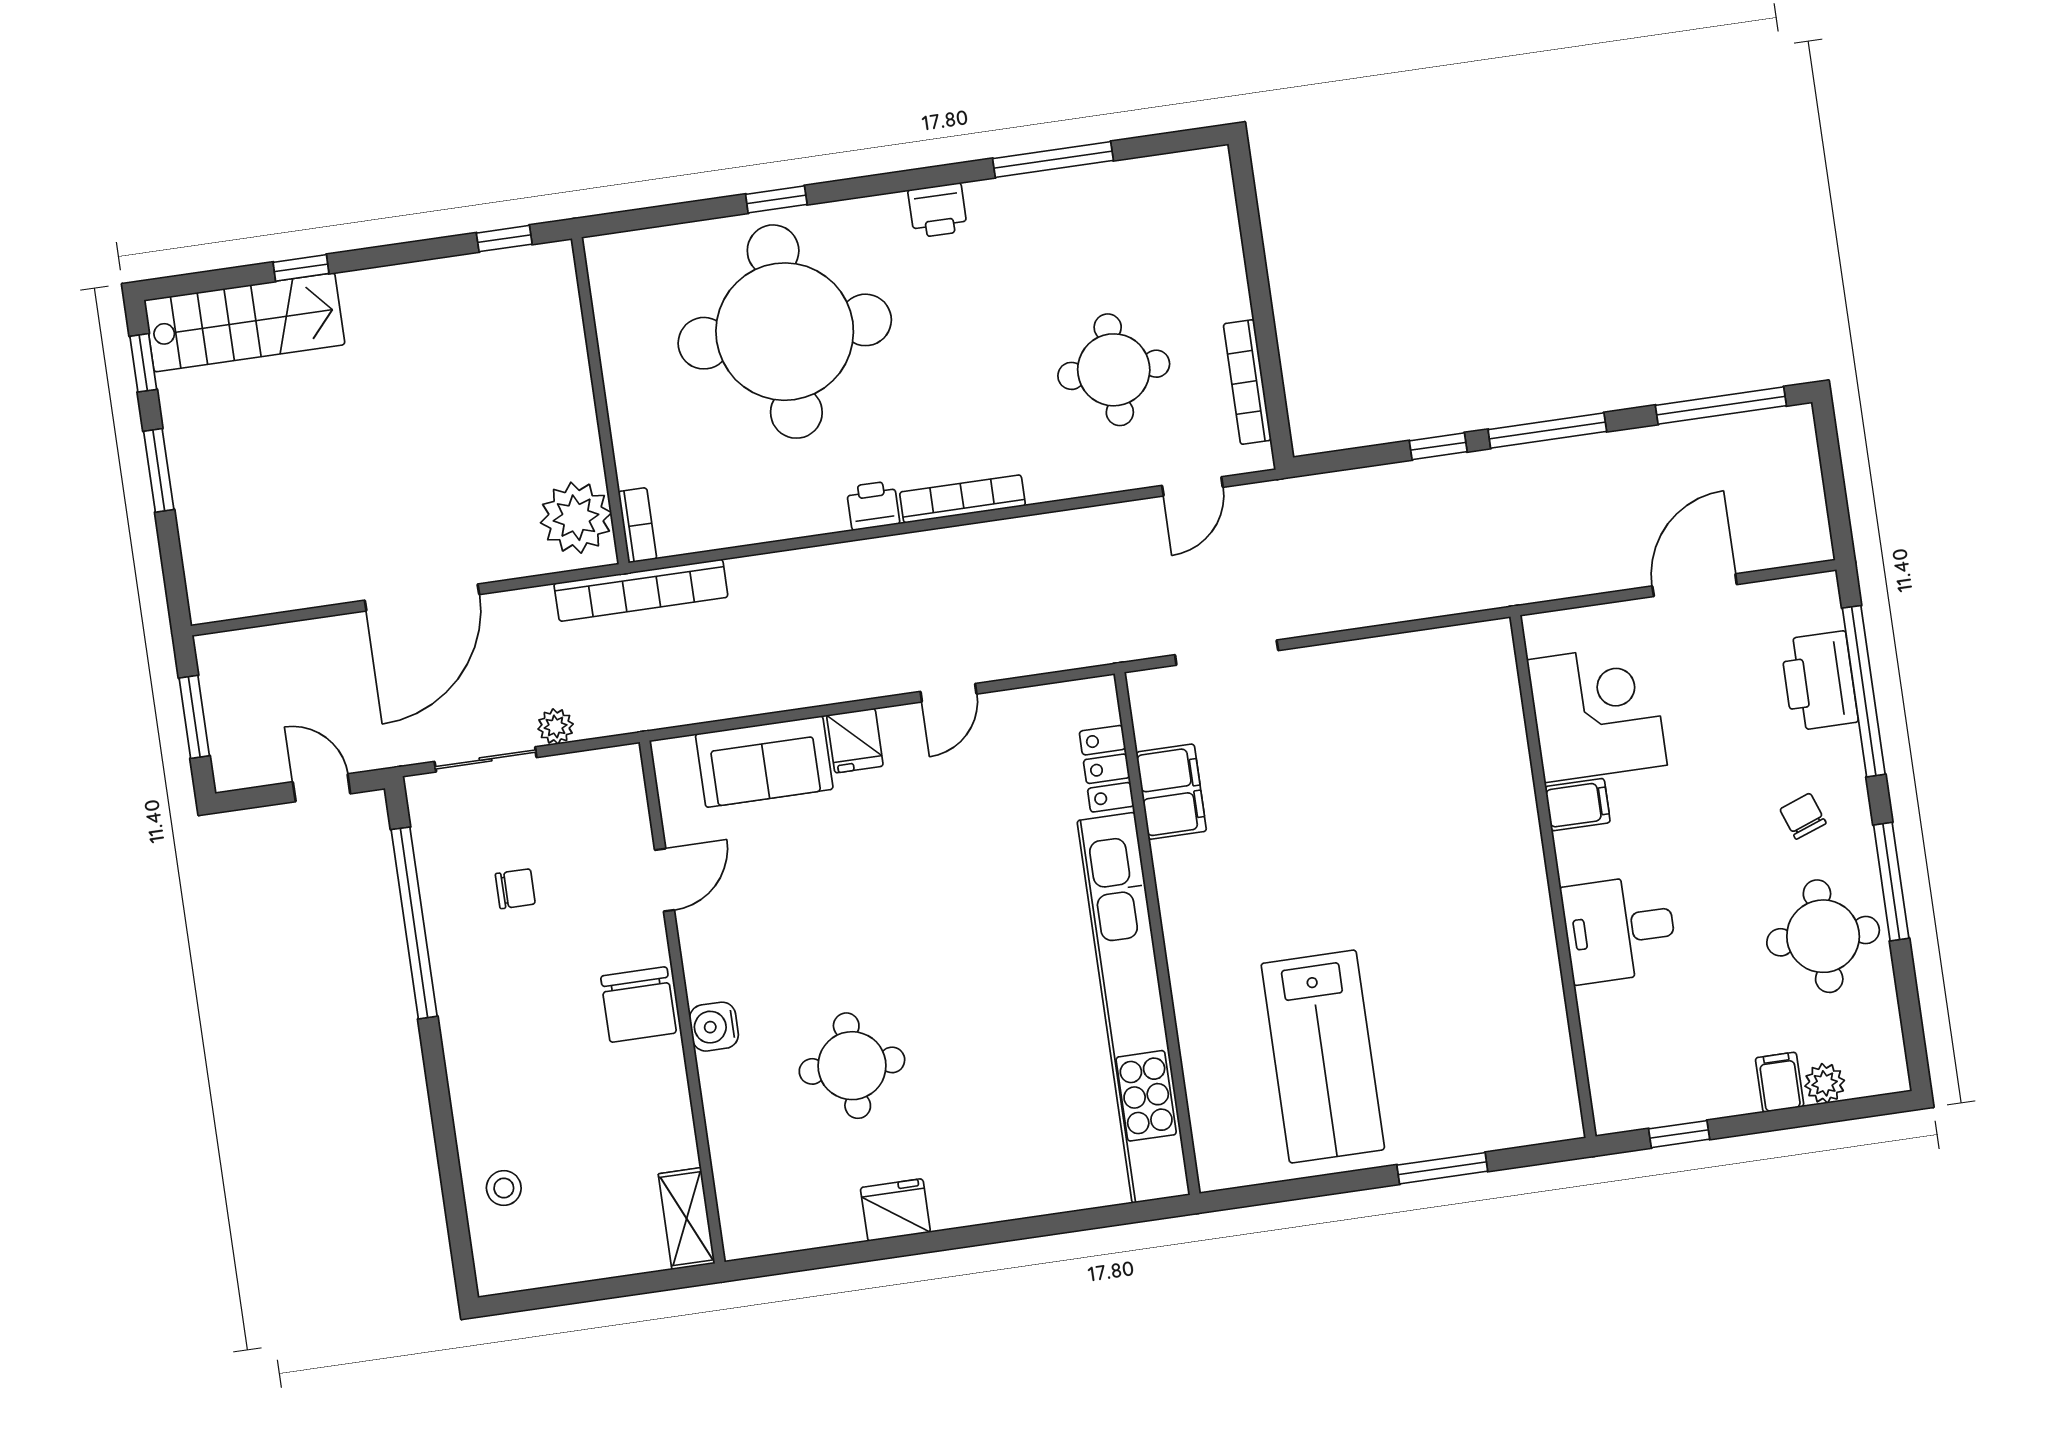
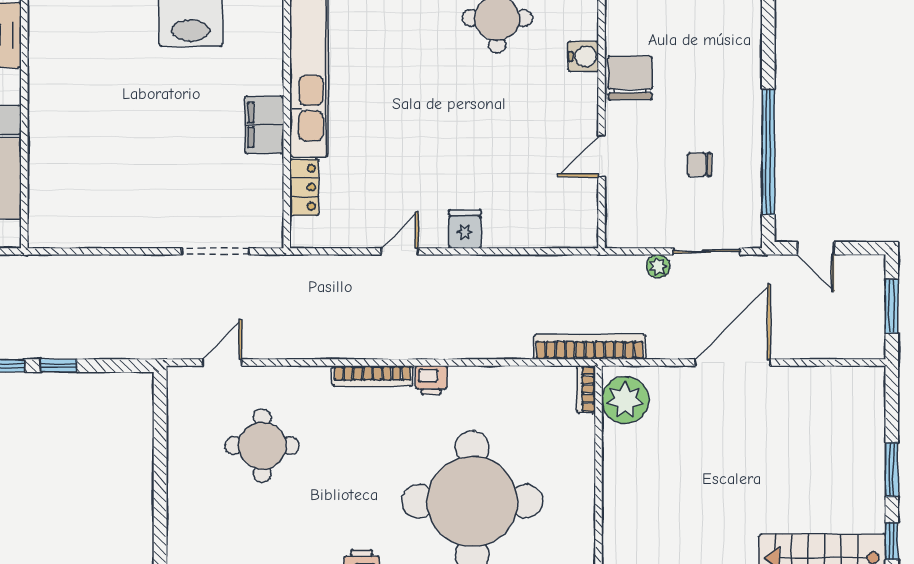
bookcase: (1247, 382) -> (177, 425), removed
sofa: (764, 762) -> (526, 224), removed
filing cabinet: (1171, 792) -> (264, 125), moved

